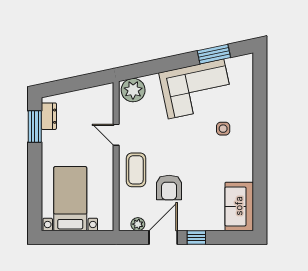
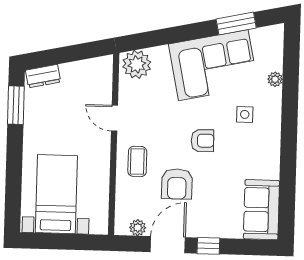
plant: (247, 99) -> (275, 79), added
dresser: (49, 116) -> (43, 76), moved, turned 78
armchair: (189, 151) -> (202, 141), added
coffee table: (136, 170) -> (137, 161), width x0.73, depth x0.77

